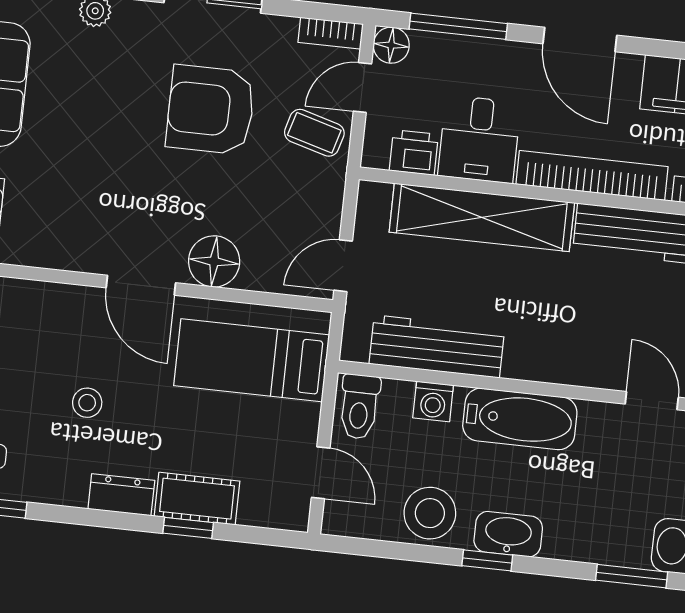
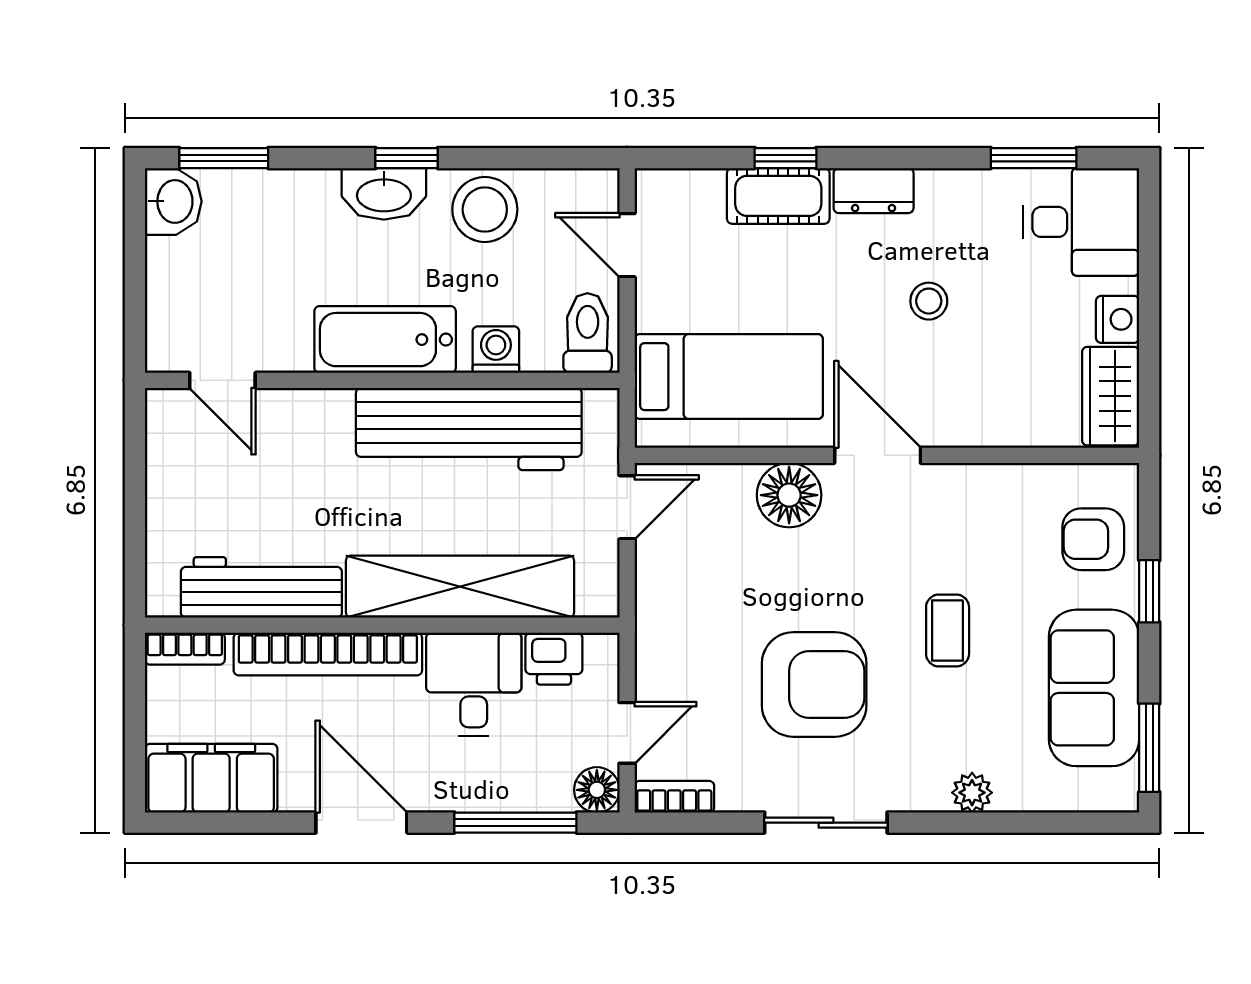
coffee table: (314, 133) -> (948, 630), moved, turned 74
workbench: (437, 346) -> (469, 429), width x1.36, depth x1.32

